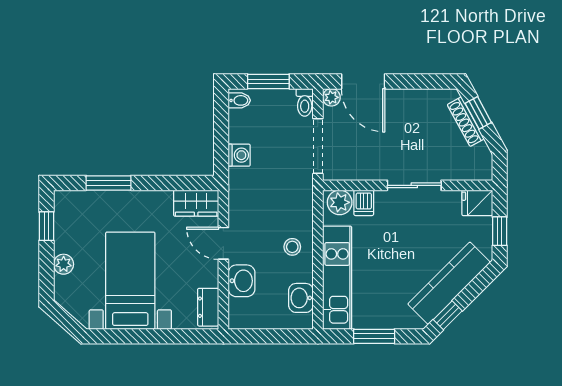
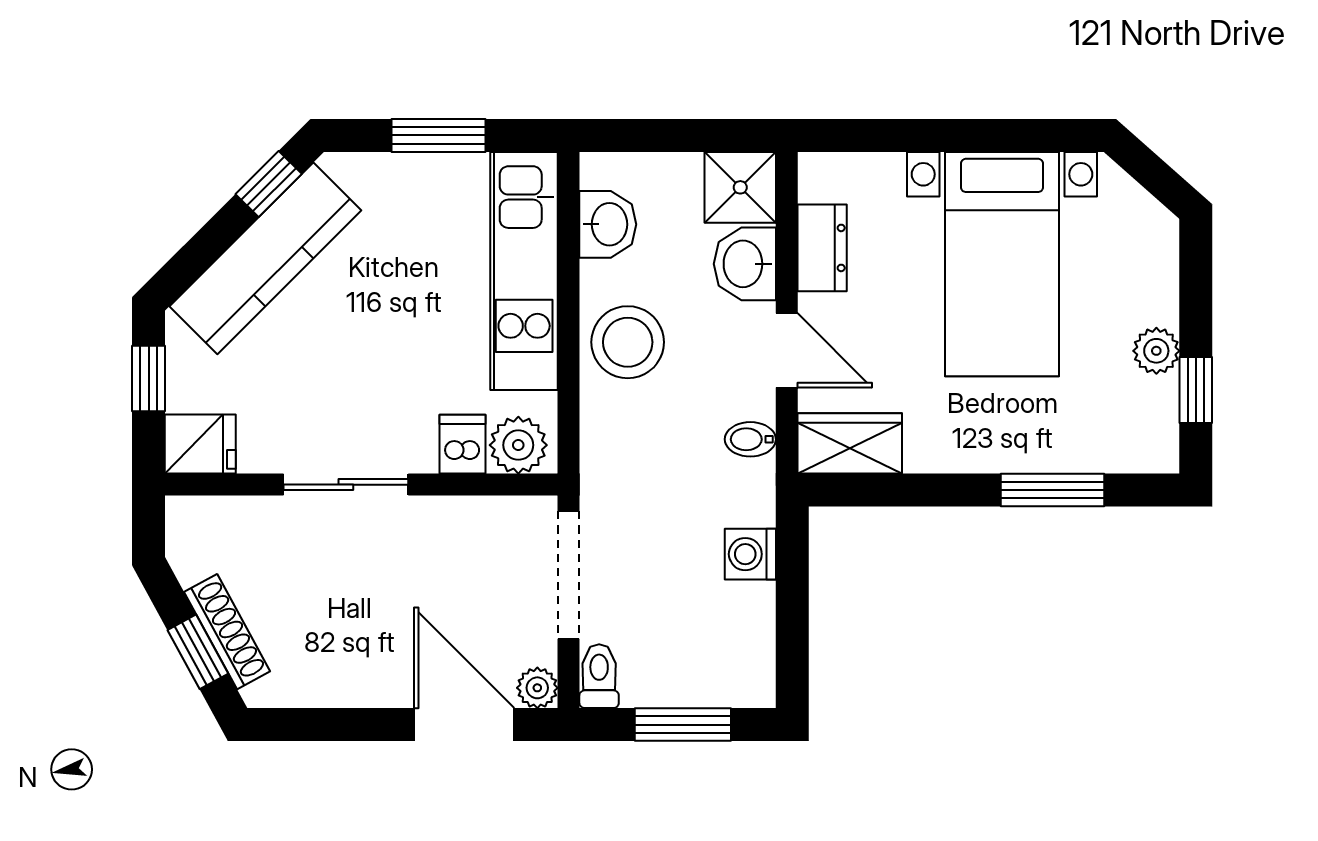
bidet: (239, 100) -> (750, 439), moved
stool: (292, 247) -> (628, 342), width x1.89, depth x1.89
plant: (64, 264) -> (1156, 351), moved
dresser: (208, 307) -> (822, 248), moved
shower: (244, 314) -> (740, 187), added

